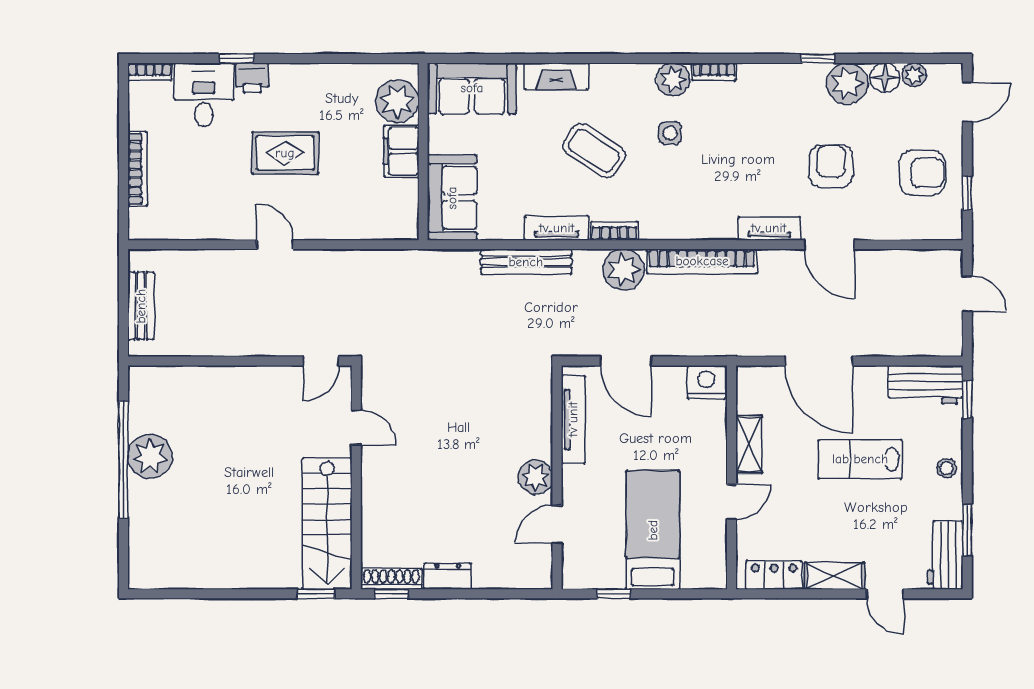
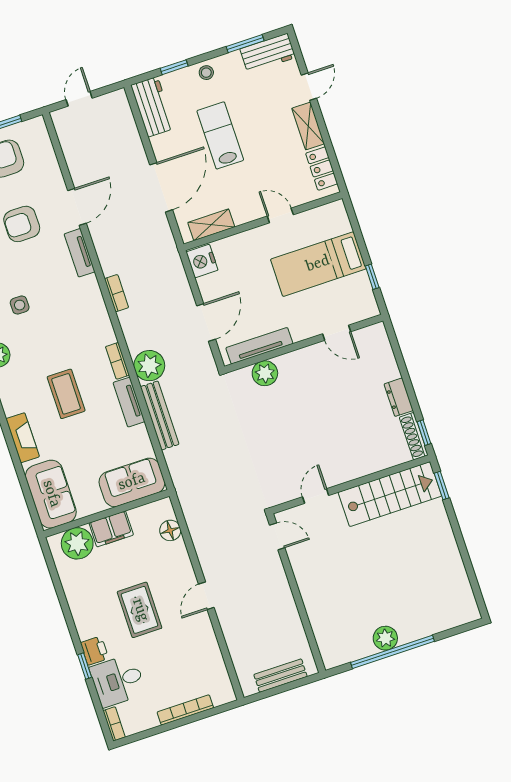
side table: (670, 133) -> (20, 305), moved
coffee table: (594, 151) -> (66, 394), turned -33
floor lamp: (374, 226) -> (170, 530), added
bookcase: (702, 261) -> (116, 293), width x0.43, depth x0.76
plant: (624, 270) -> (149, 366), moved
window: (967, 399) -> (174, 67), moved
shelving: (749, 444) -> (211, 225), moved
plant: (150, 456) -> (385, 638), width x0.73, depth x0.73
lab bench: (860, 459) -> (220, 135), turned 180
plant: (536, 477) -> (265, 373), moved

